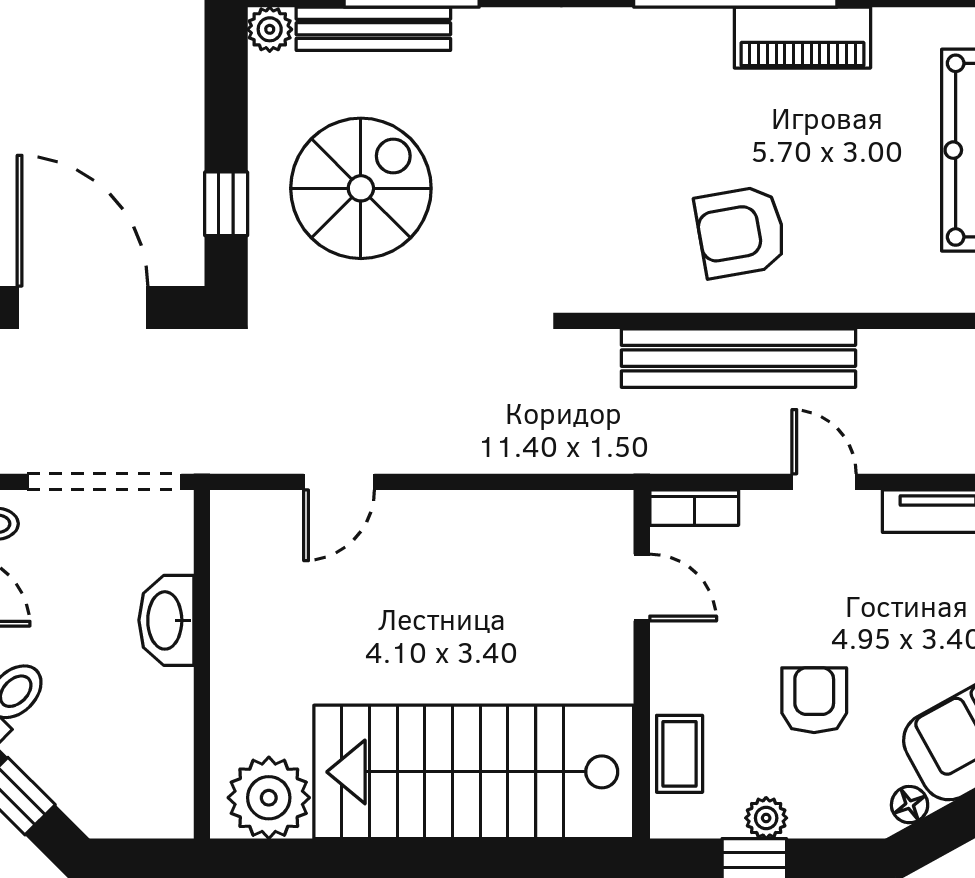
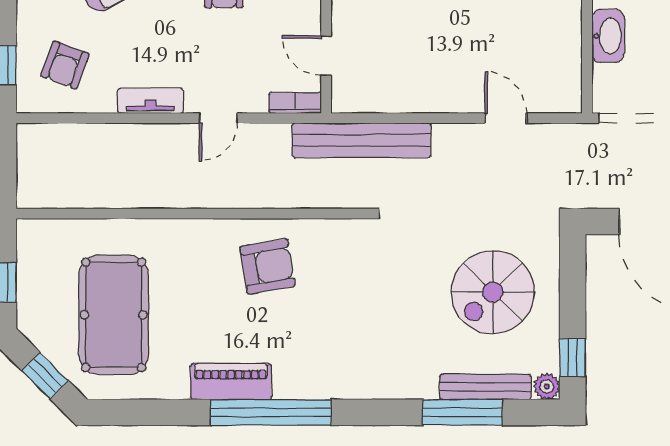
window: (226, 204) -> (573, 358), moved
bench: (738, 358) -> (361, 140), moved
door: (339, 482) -> (506, 118), hinge flipped
door: (824, 482) -> (218, 118), hinge flipped

